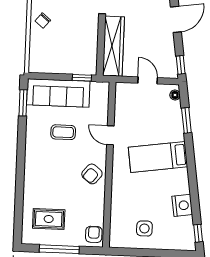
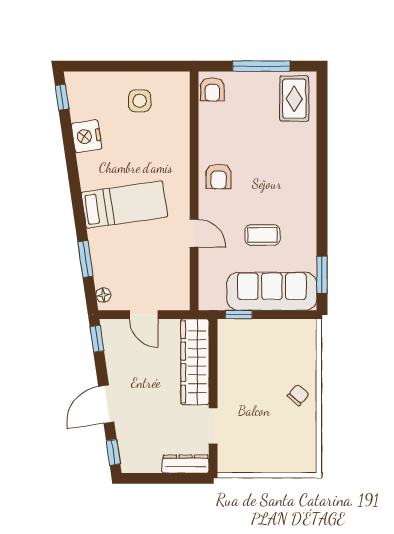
armchair: (92, 174) -> (218, 176), turned 141
rug: (49, 219) -> (294, 99), moved, turned 90

